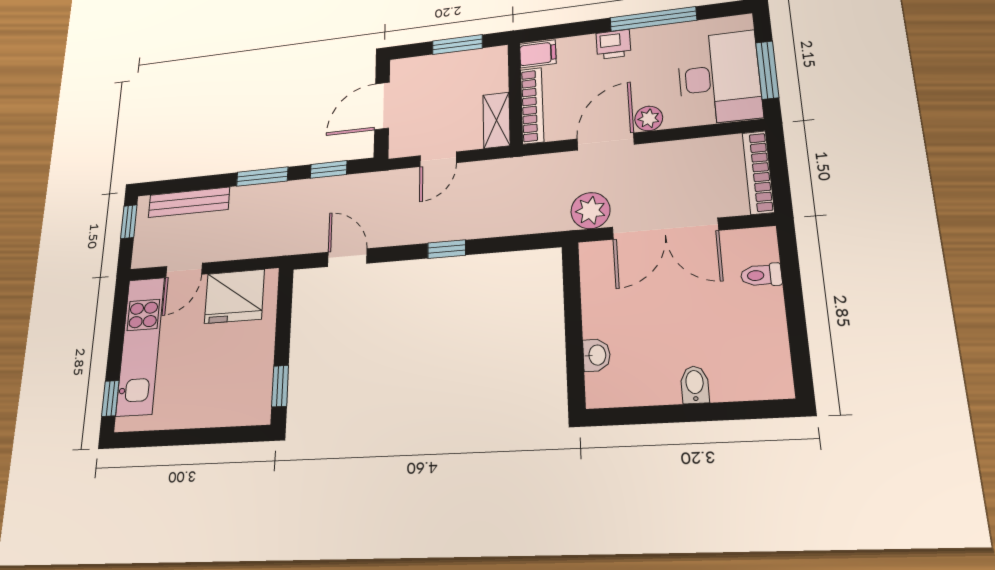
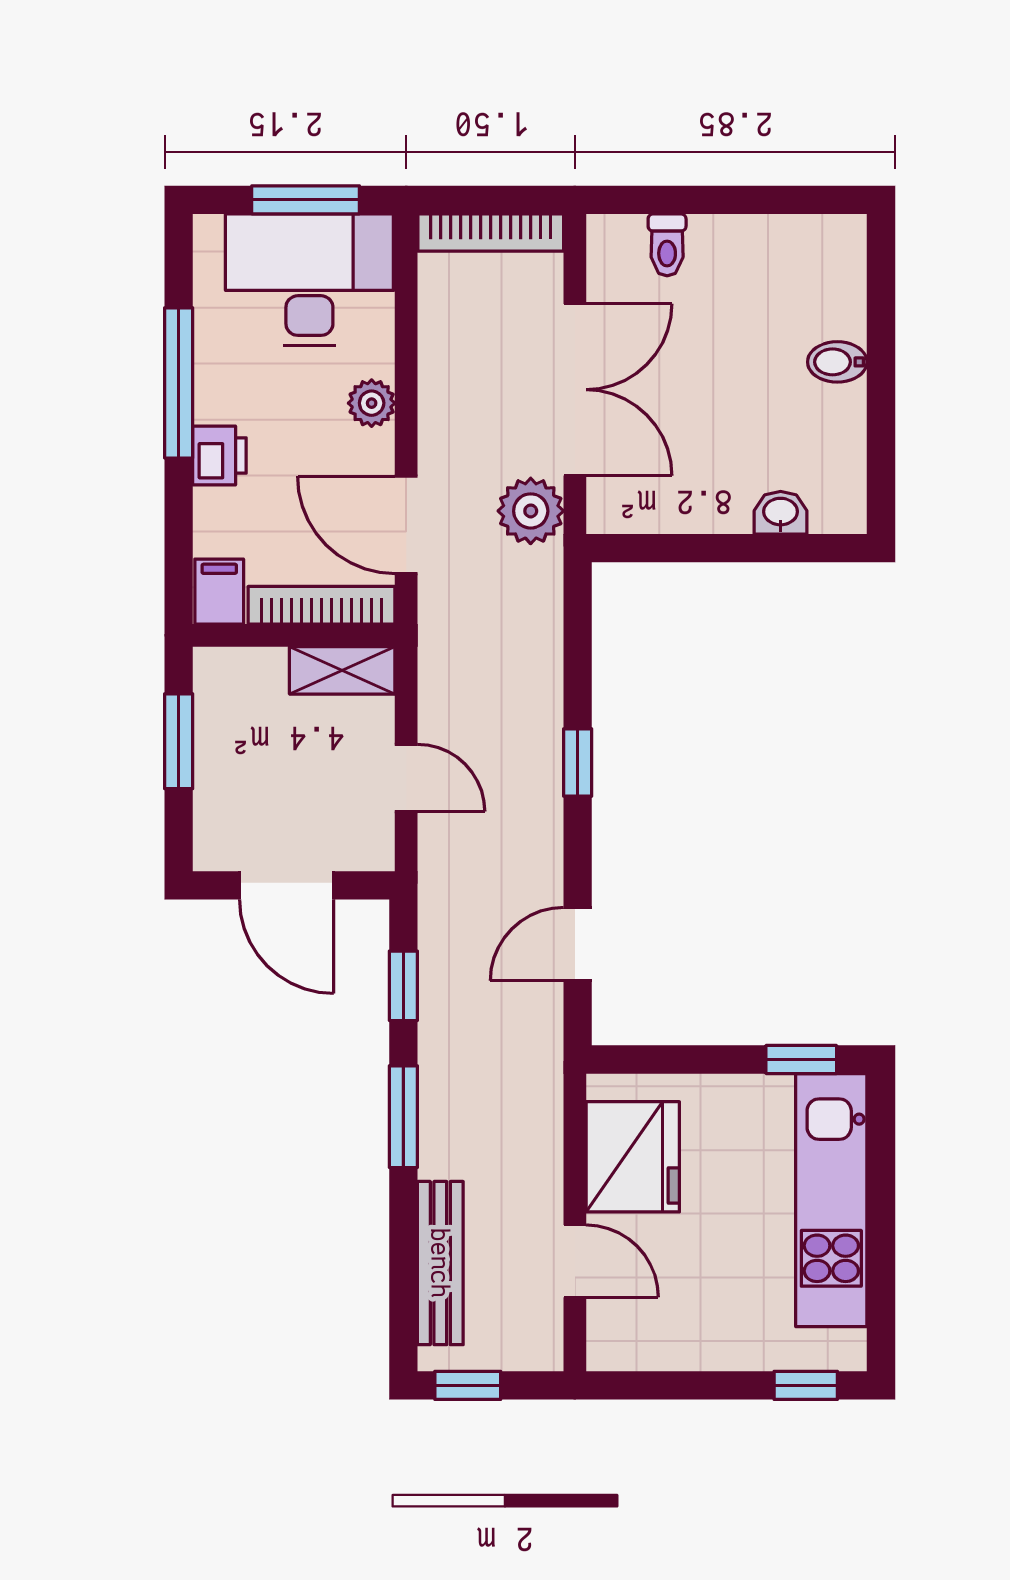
door: (605, 142) -> (406, 525), moved
kitchen unit: (140, 346) -> (831, 1200), moved, turned -90

